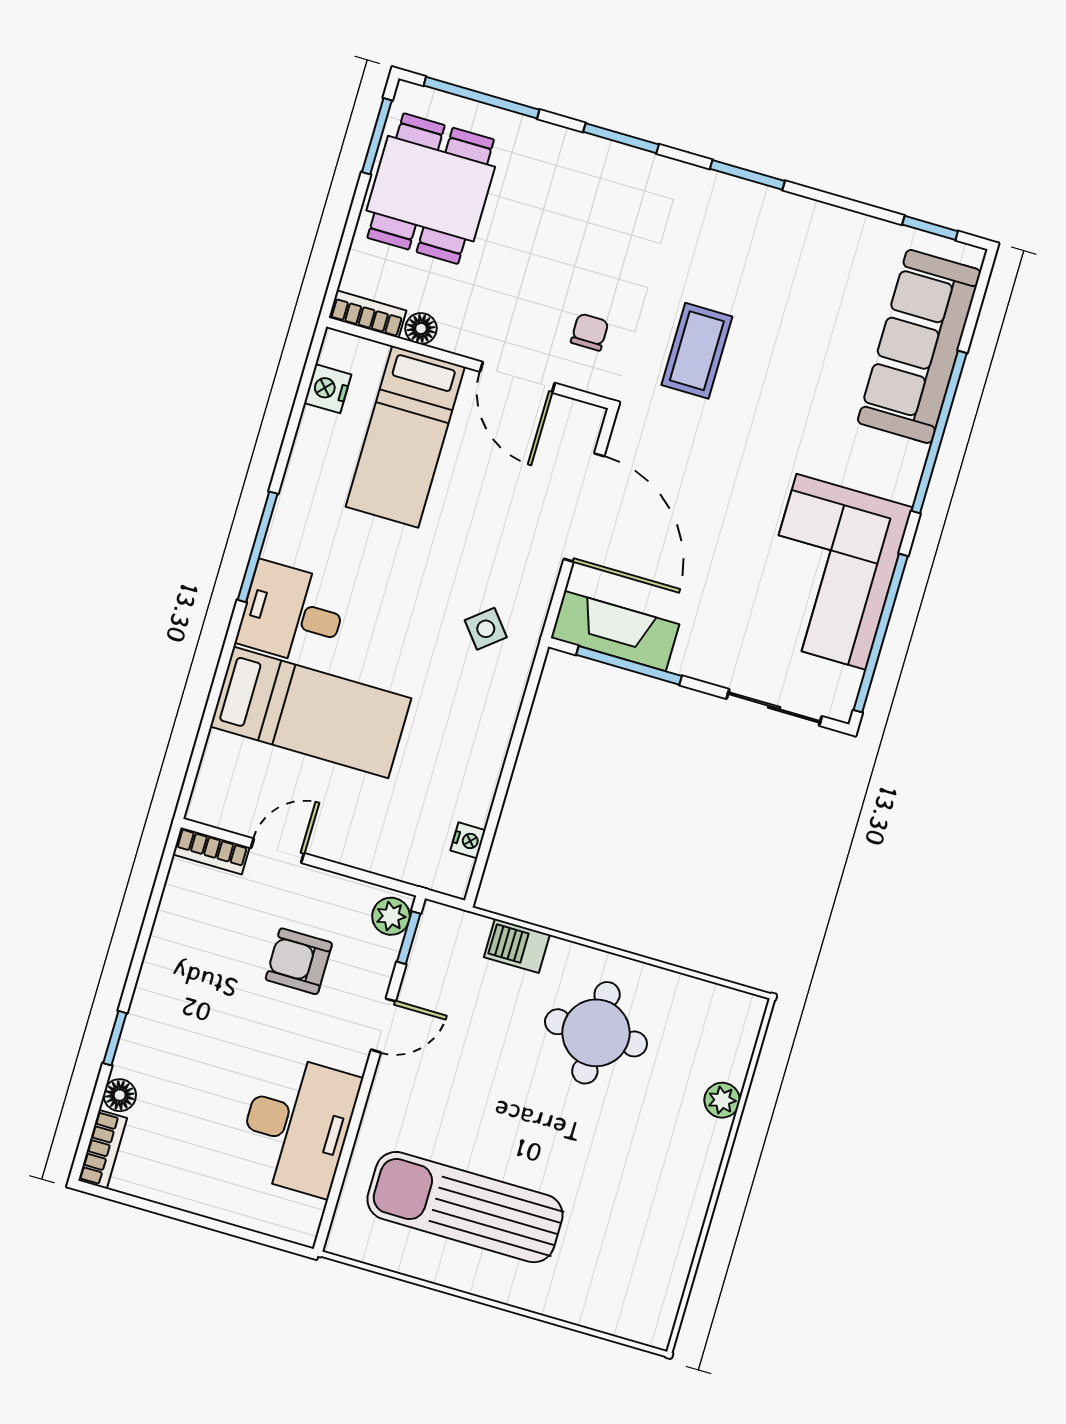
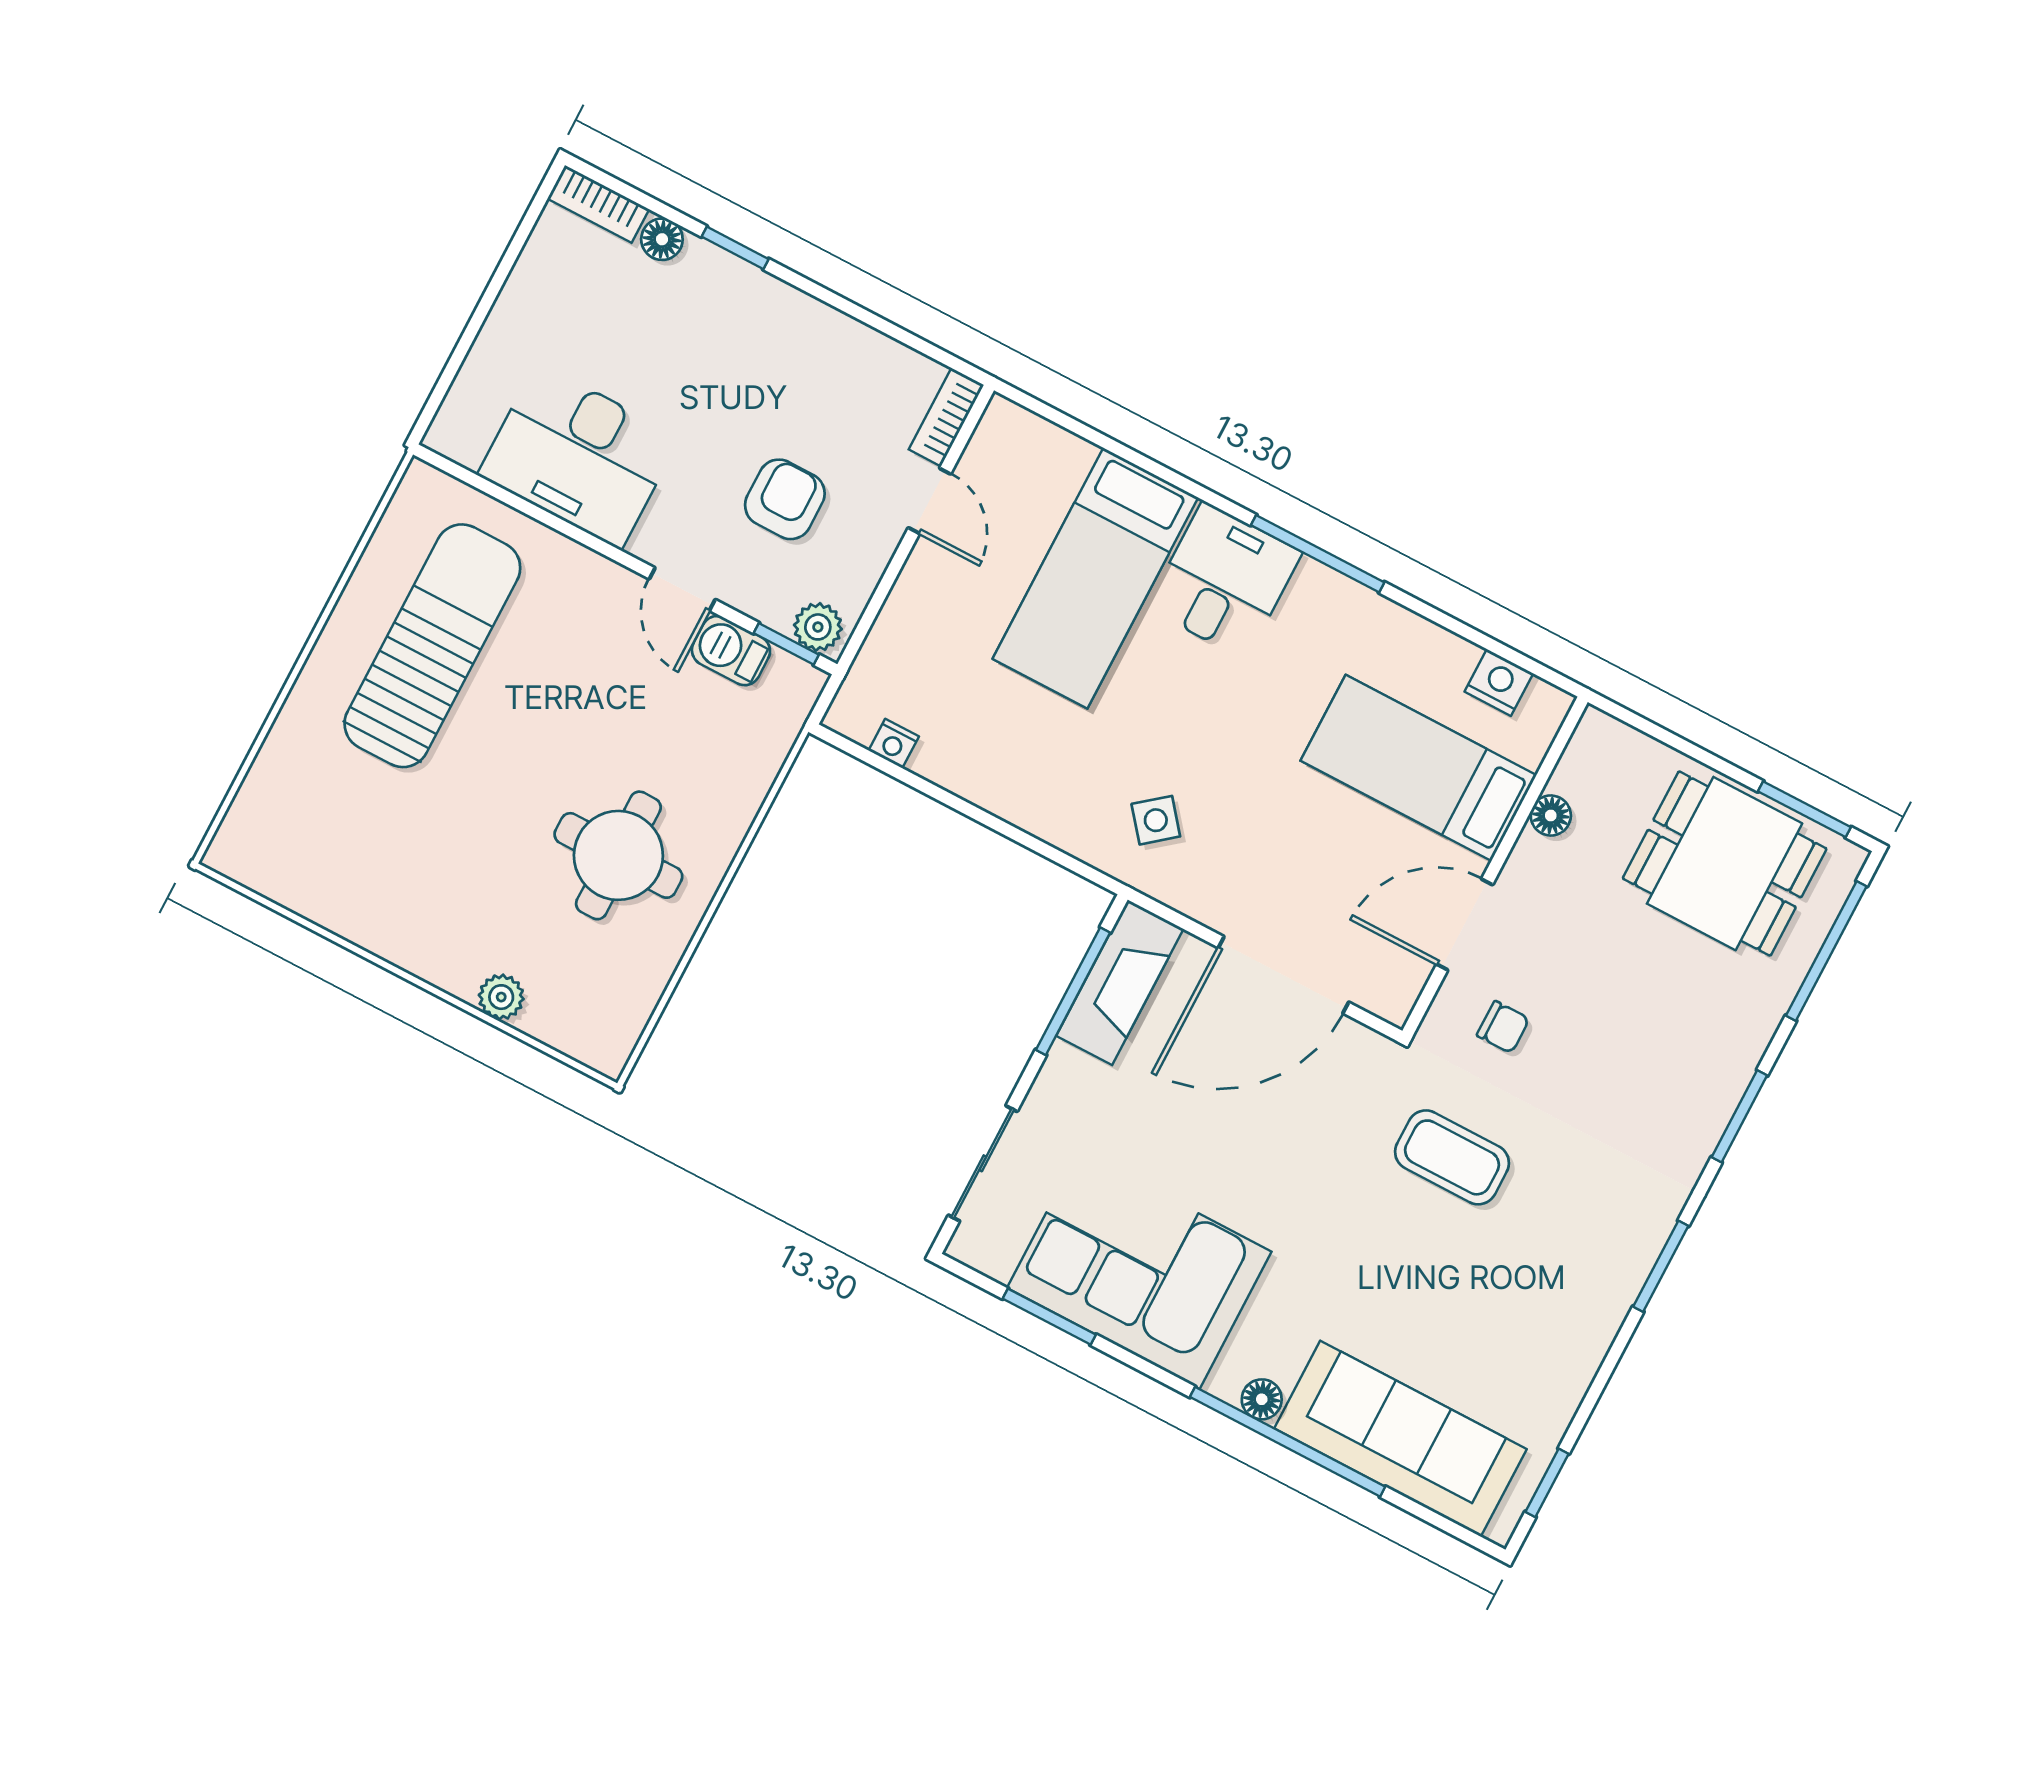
bookcase: (368, 314) -> (1583, 752), removed
floor lamp: (911, 458) -> (1262, 1399), added
window: (881, 633) -> (1049, 1317), width x0.47
barbecue: (517, 946) -> (731, 651), moved, turned -90

